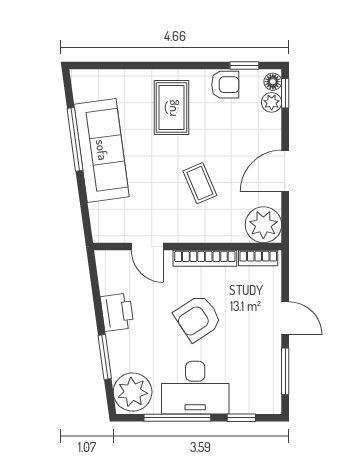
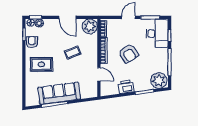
door: (147, 246) -> (99, 74), hinge flipped
desk: (195, 388) -> (157, 33), moved

